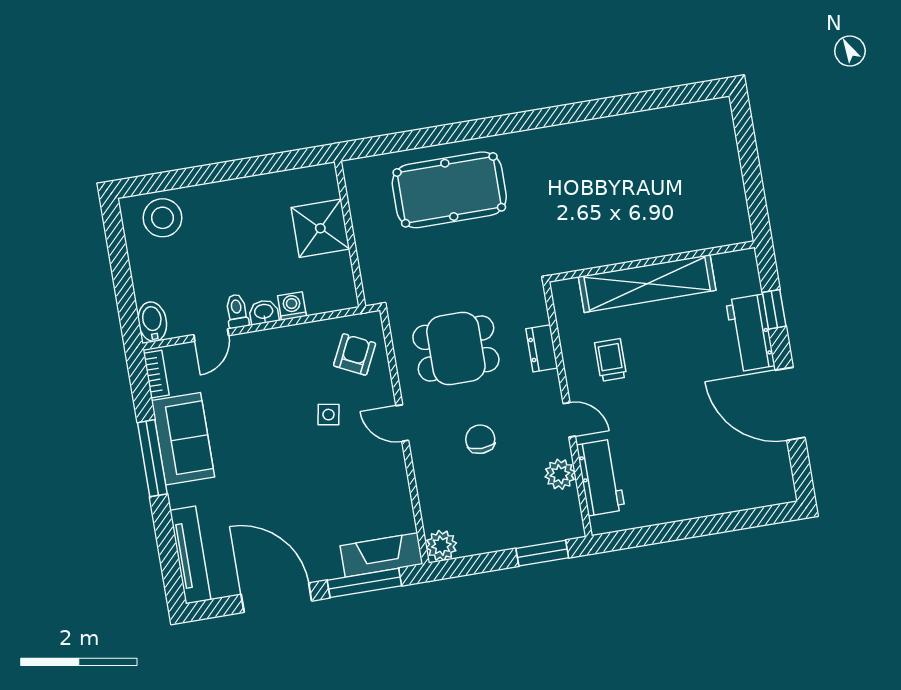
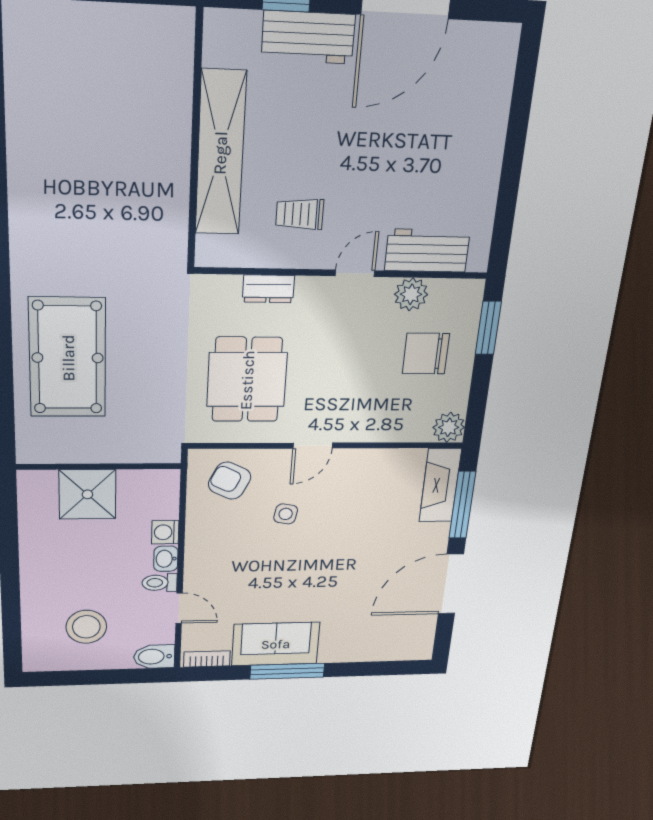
stool: (163, 218) -> (86, 627), moved
chair: (480, 439) -> (426, 354), moved, width x1.37, depth x1.37
tv unit: (190, 555) -> (388, 651), removed

